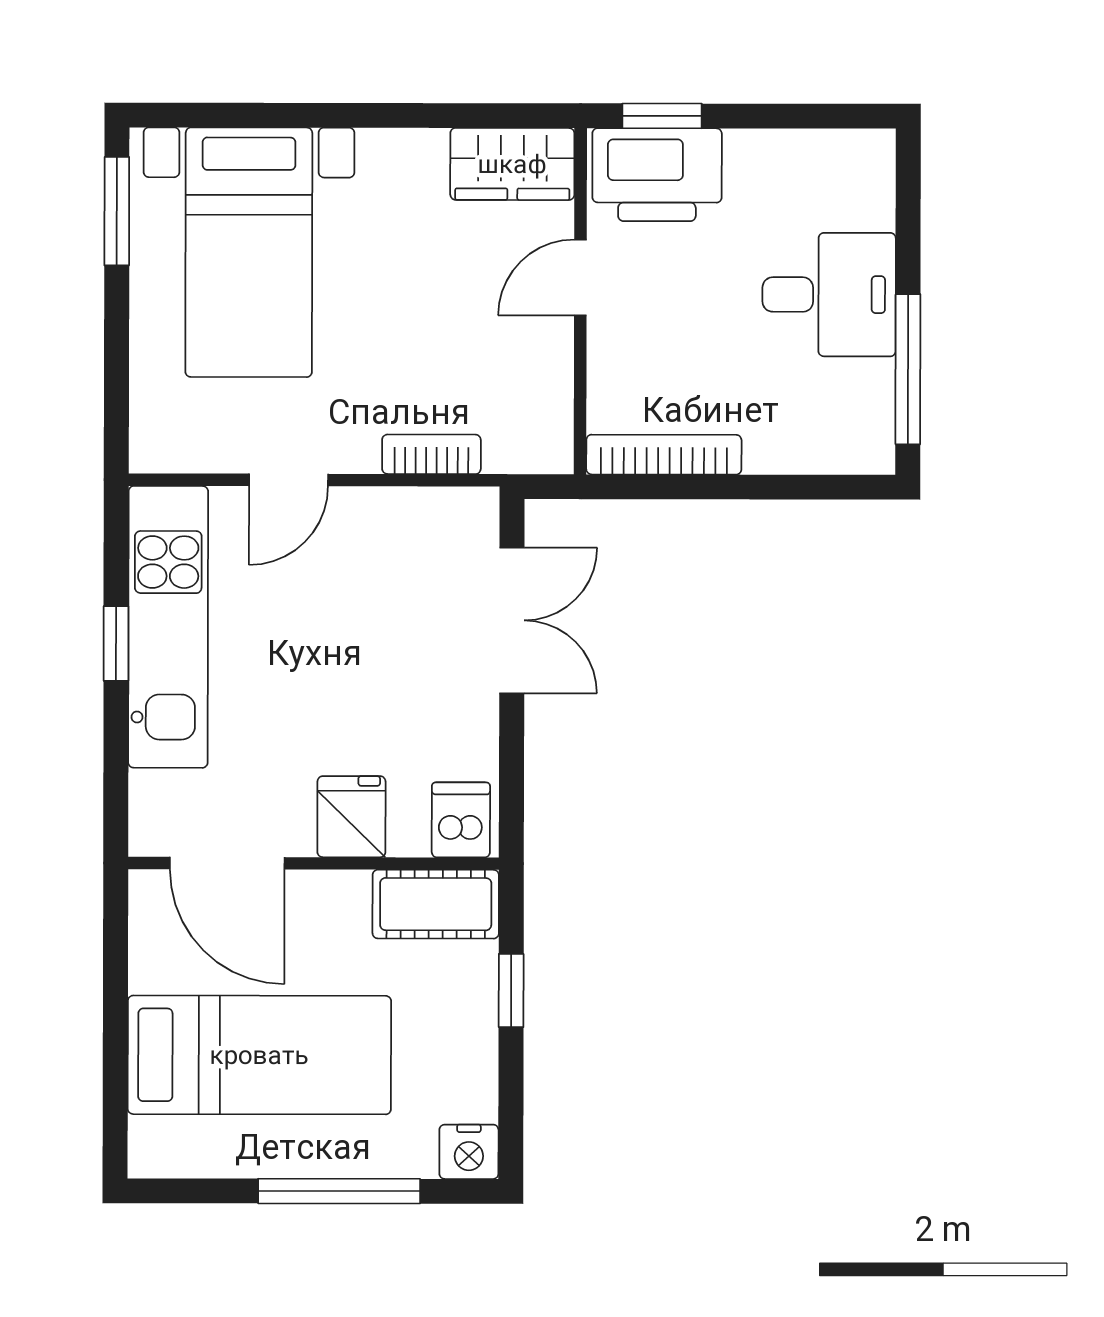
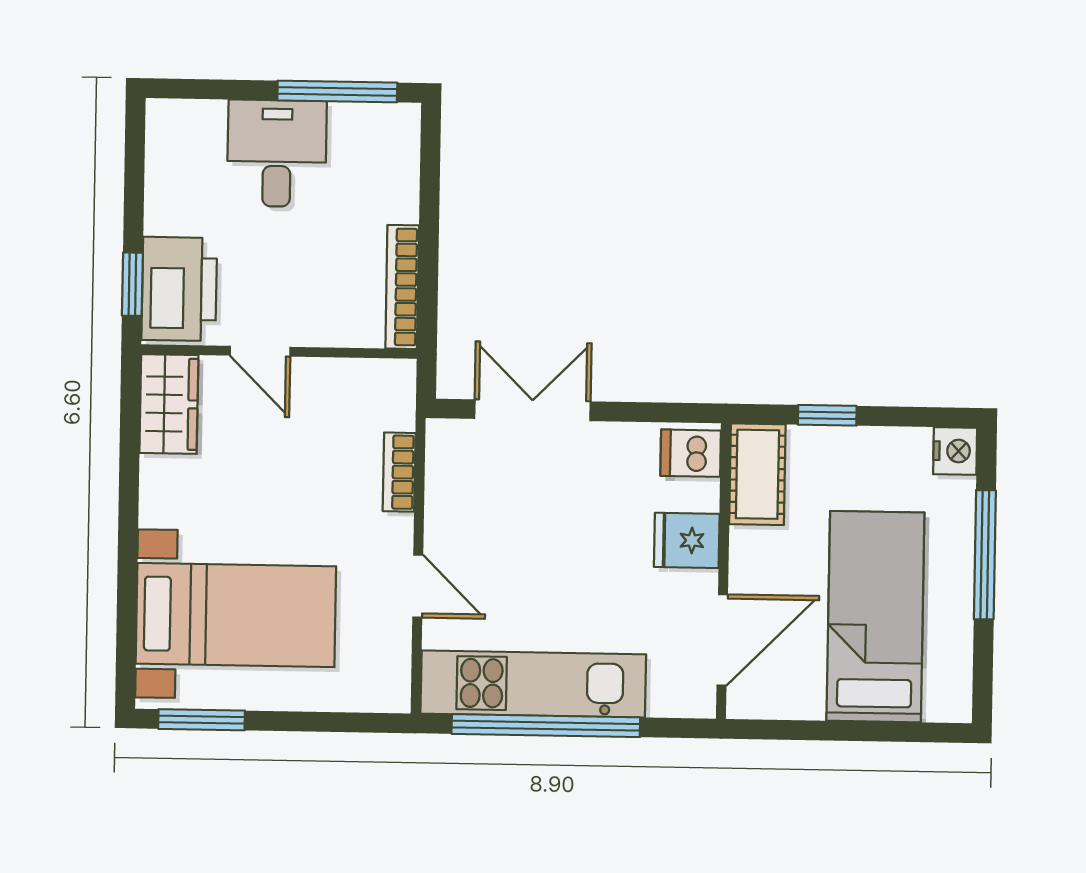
window: (116, 643) -> (546, 726), width x3.17

